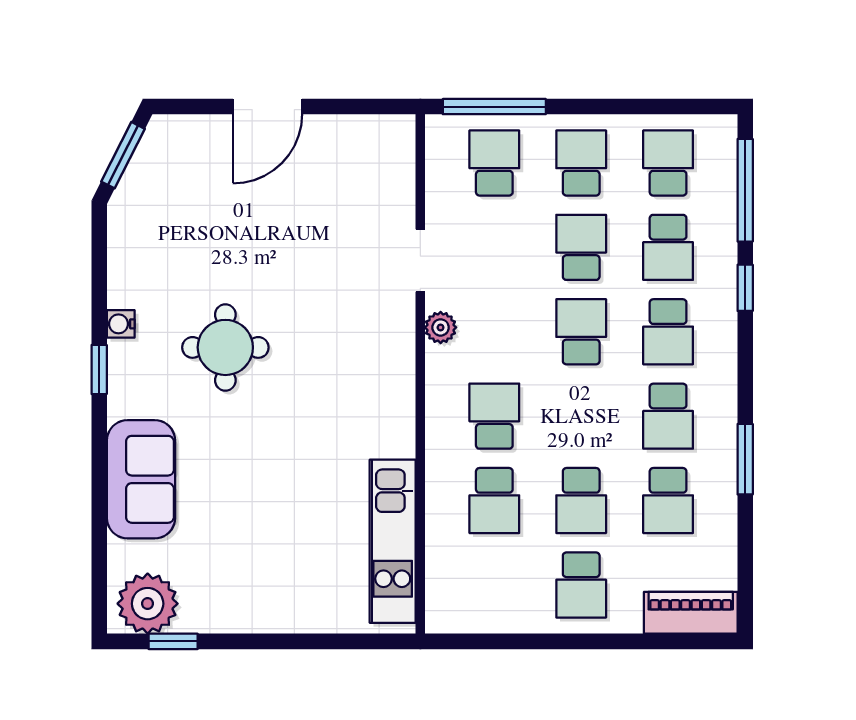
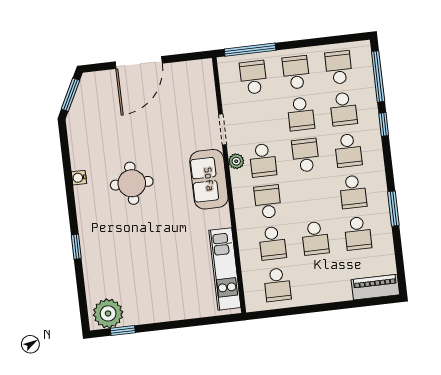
door: (268, 107) -> (139, 63), width x1.36
school desk: (581, 247) -> (301, 114), turned 180
school desk: (494, 332) -> (263, 160), added
window: (99, 370) -> (76, 247), moved
sofa: (141, 479) -> (209, 179), moved, turned 180
school desk: (581, 585) -> (277, 285), moved

